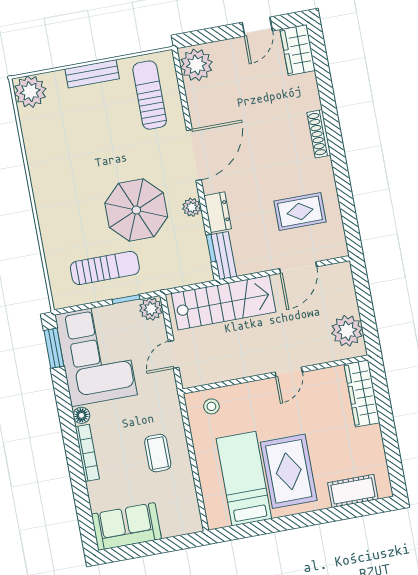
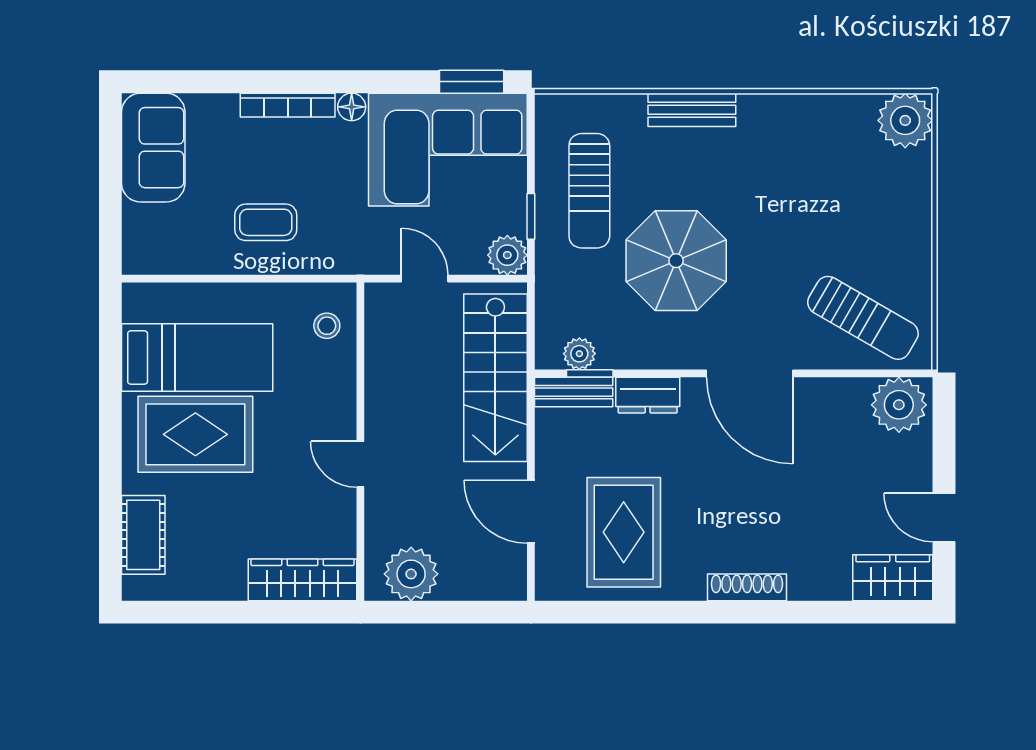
bench: (92, 74) -> (692, 110), moved, turned 90
sun lounger: (150, 95) -> (863, 318), turned 30
plant: (192, 207) -> (579, 354), moved
rug: (300, 211) -> (624, 532), width x1.36, depth x1.43

